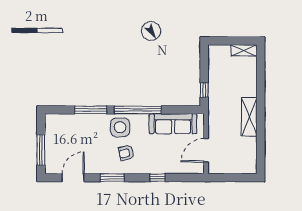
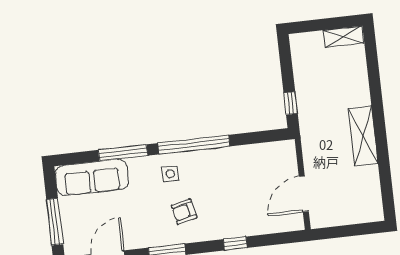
sofa: (173, 124) -> (92, 177), moved
side table: (120, 127) -> (170, 174), width x0.54, depth x0.54

